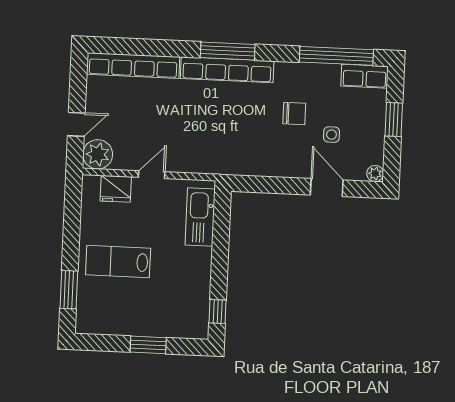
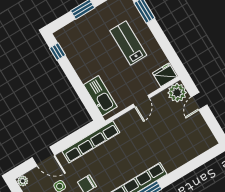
row of seats: (133, 66) -> (91, 142), moved, turned 180
fridge: (116, 189) -> (165, 75), moved
lab bench: (118, 261) -> (128, 43), turned -90

